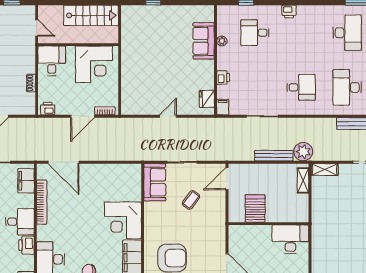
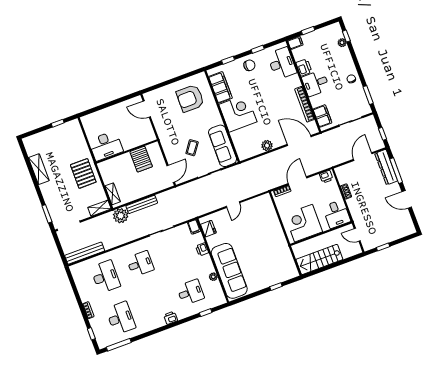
desk: (347, 33) -> (121, 318), turned 180
sofa: (204, 41) -> (229, 271), width x1.85, depth x1.27
desk: (301, 87) -> (140, 264), turned 180
plant: (103, 170) -> (267, 145), added
sofa: (155, 182) -> (223, 146), width x1.36
pallet: (328, 217) -> (83, 173), added

